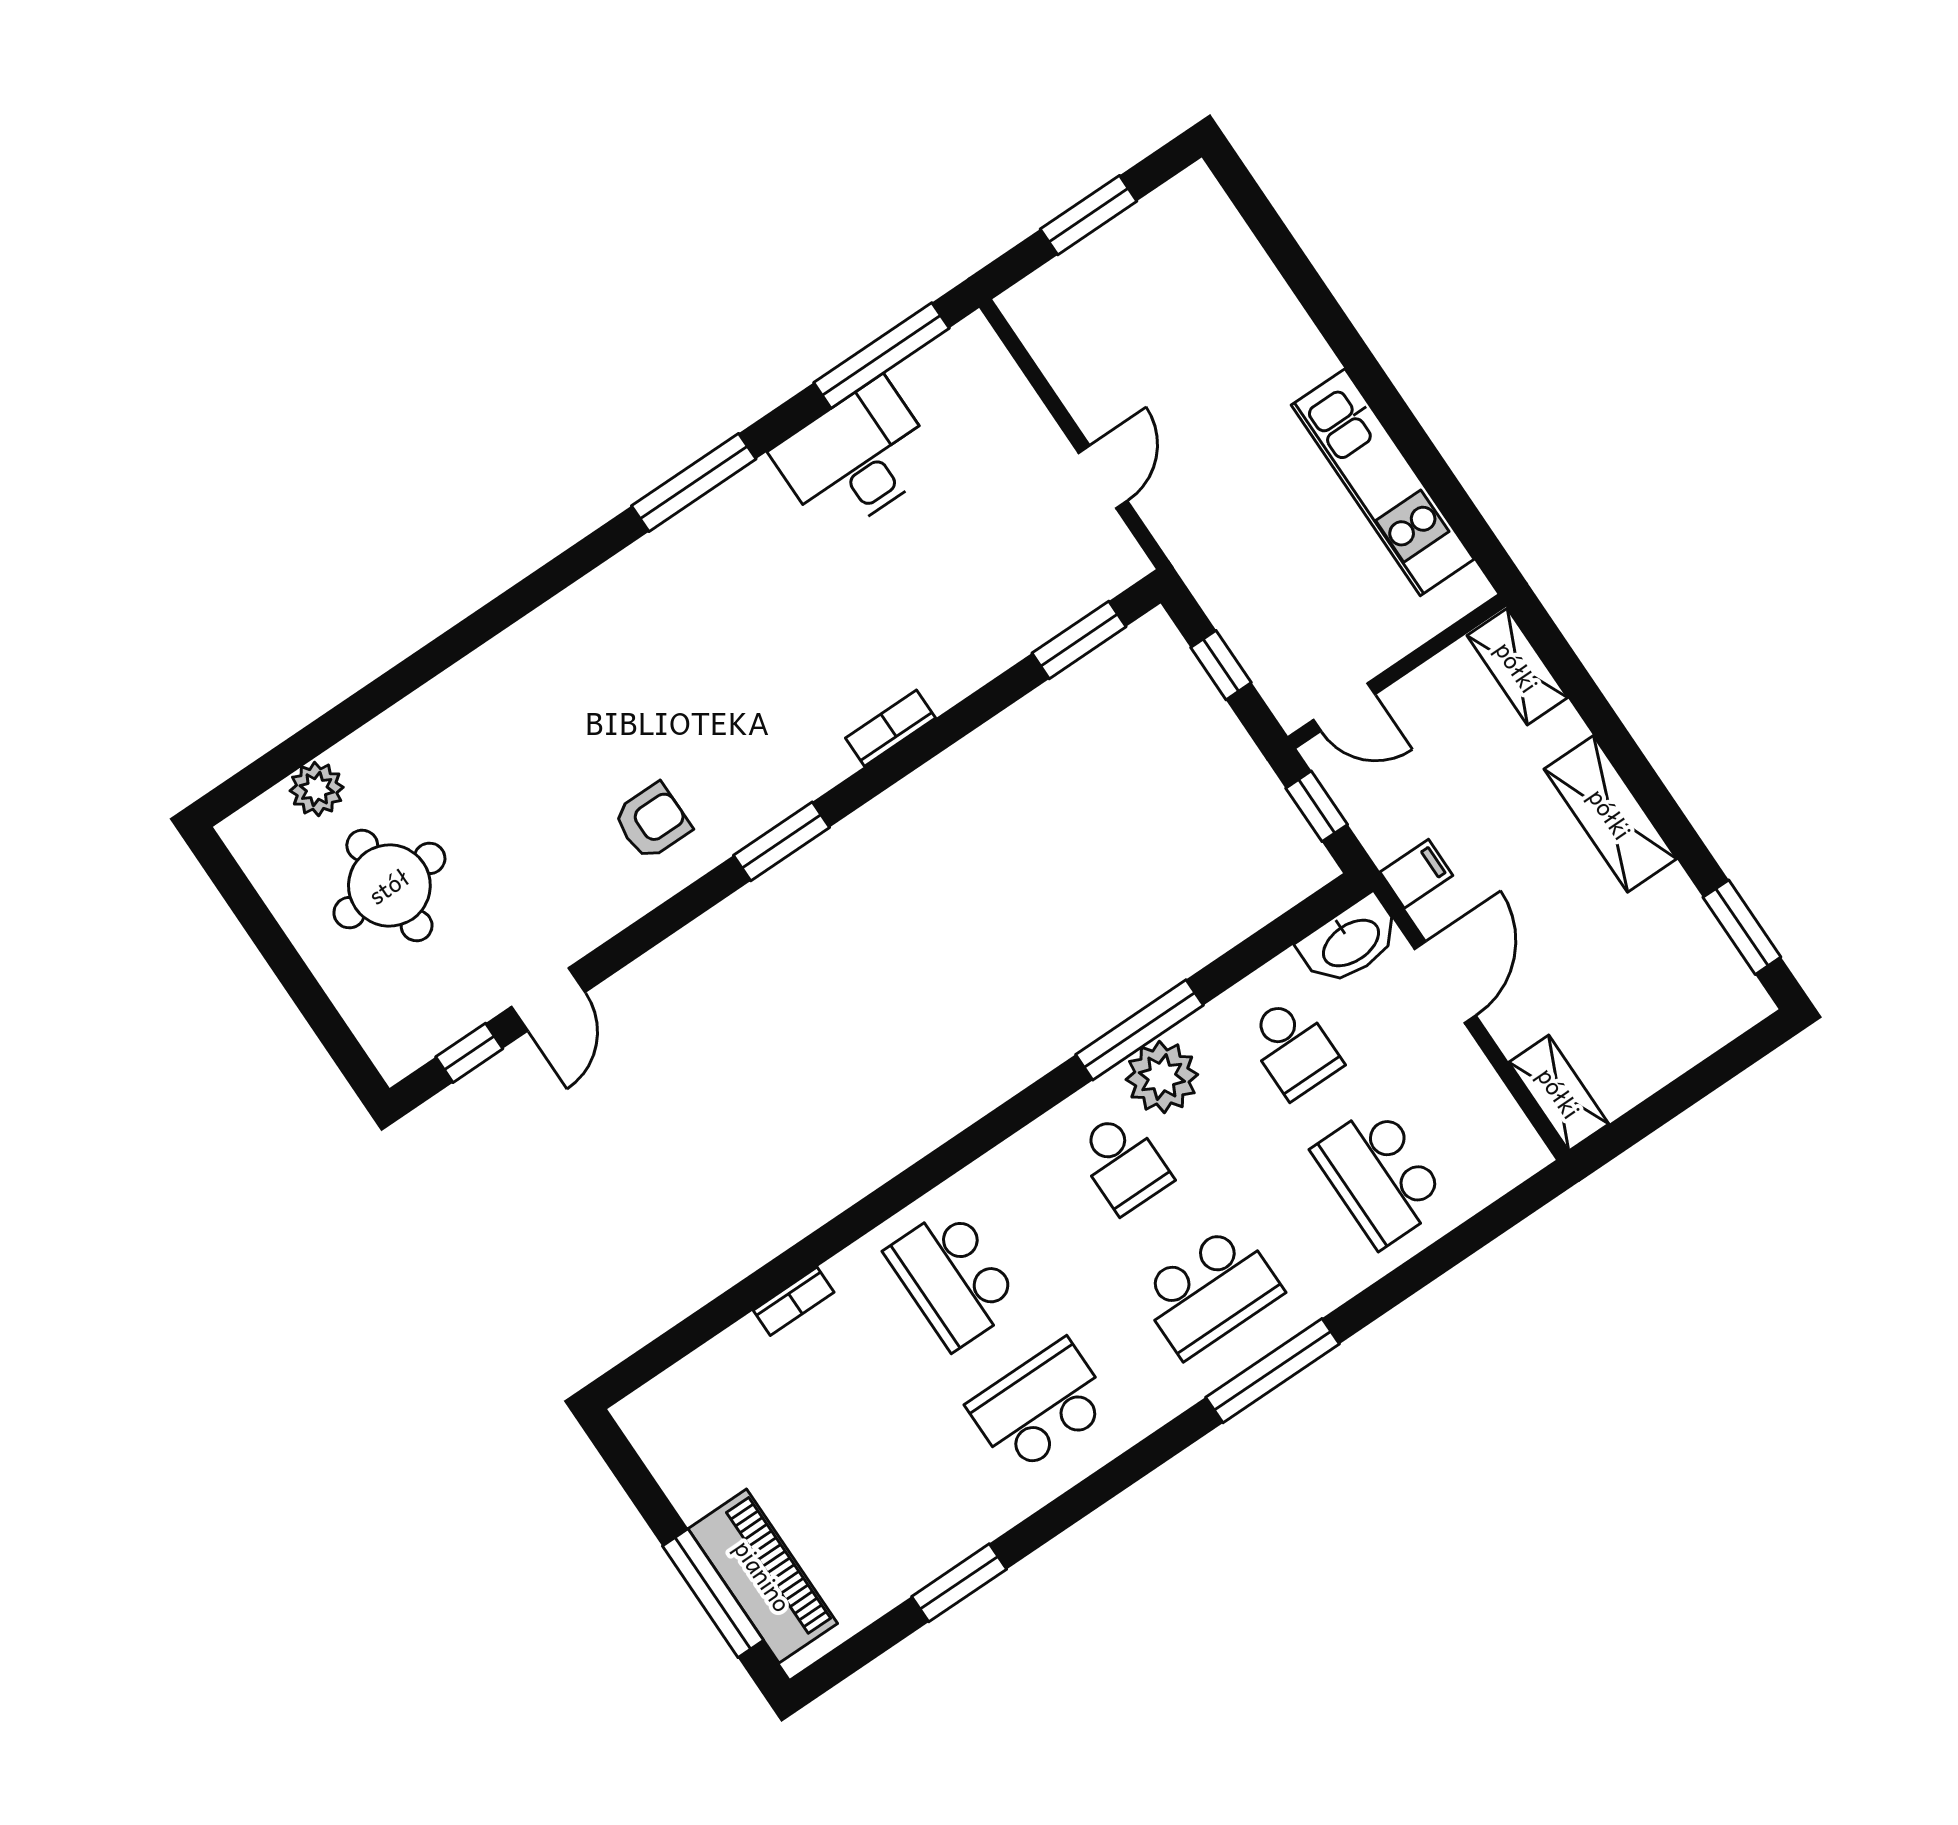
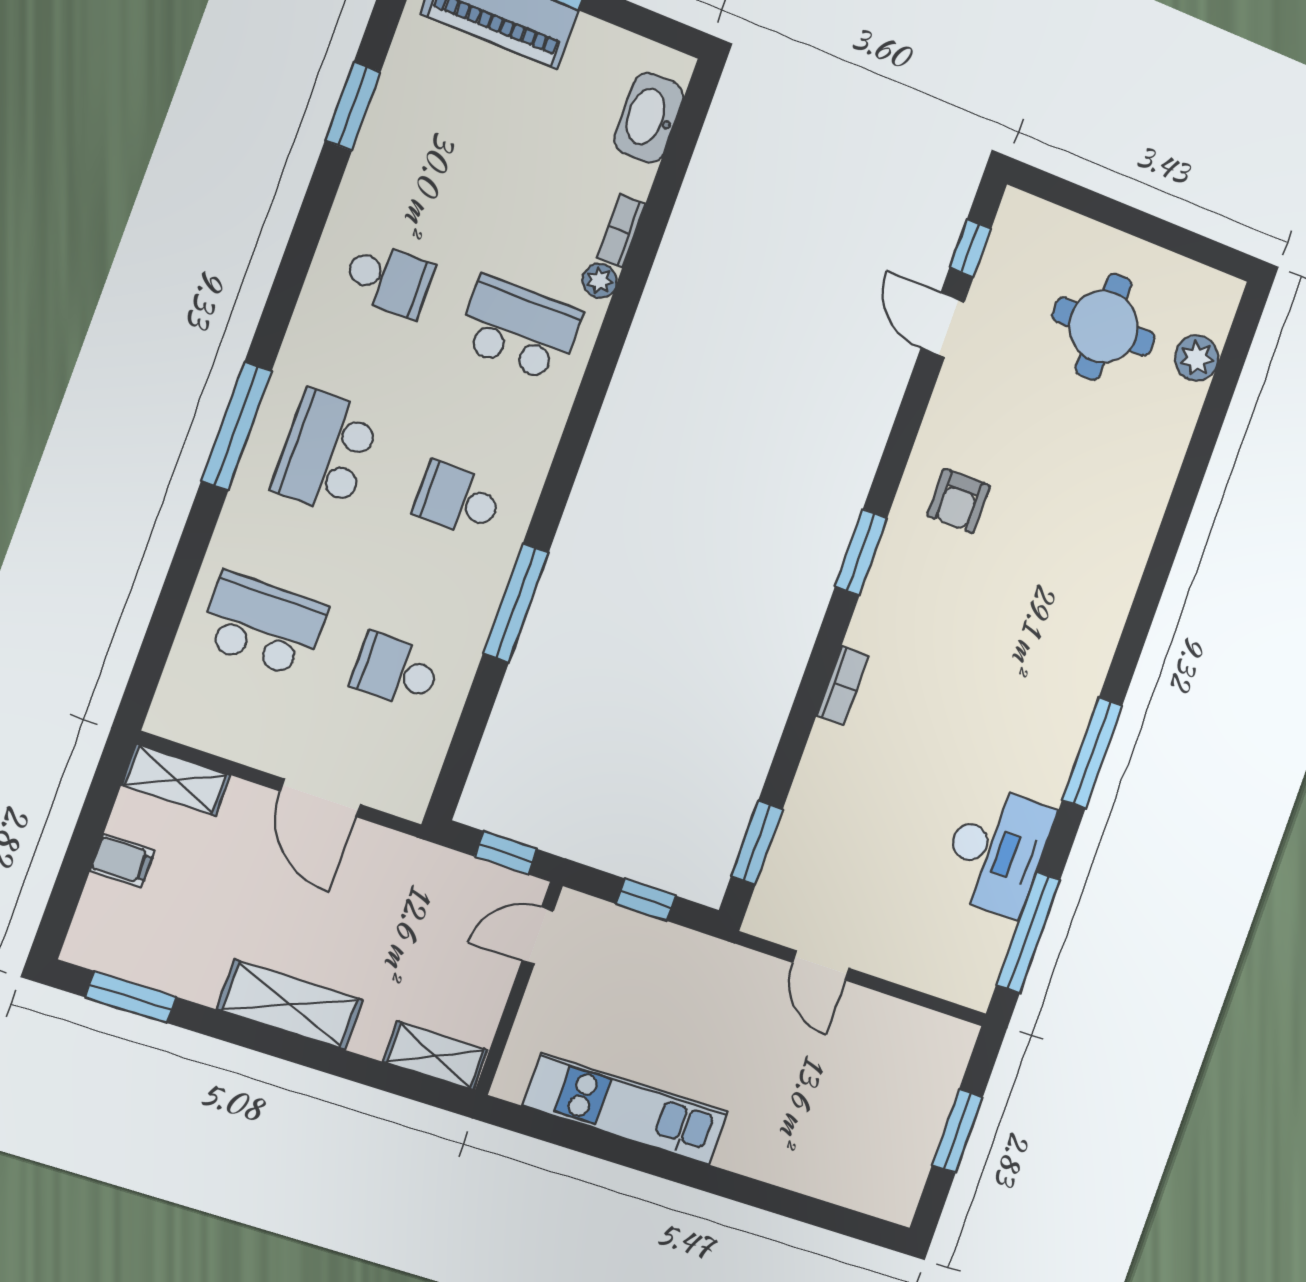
filing cabinet: (1416, 874) -> (122, 861), moved, turned -90
washbasin: (1350, 942) -> (649, 118), moved
plant: (1162, 1077) -> (600, 281), moved, width x0.53, depth x0.53
school desk: (1040, 1406) -> (389, 279), width x0.54

